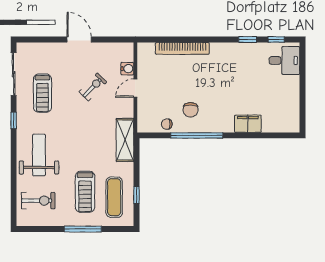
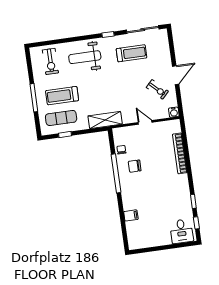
water cooler: (127, 69) -> (174, 112), moved
exercise bike: (93, 87) -> (157, 89), moved
treadmill: (42, 93) -> (132, 53), turned 180
filing cabinet: (248, 124) -> (131, 215), width x0.50
weight bench: (39, 155) -> (85, 57), turned 180

